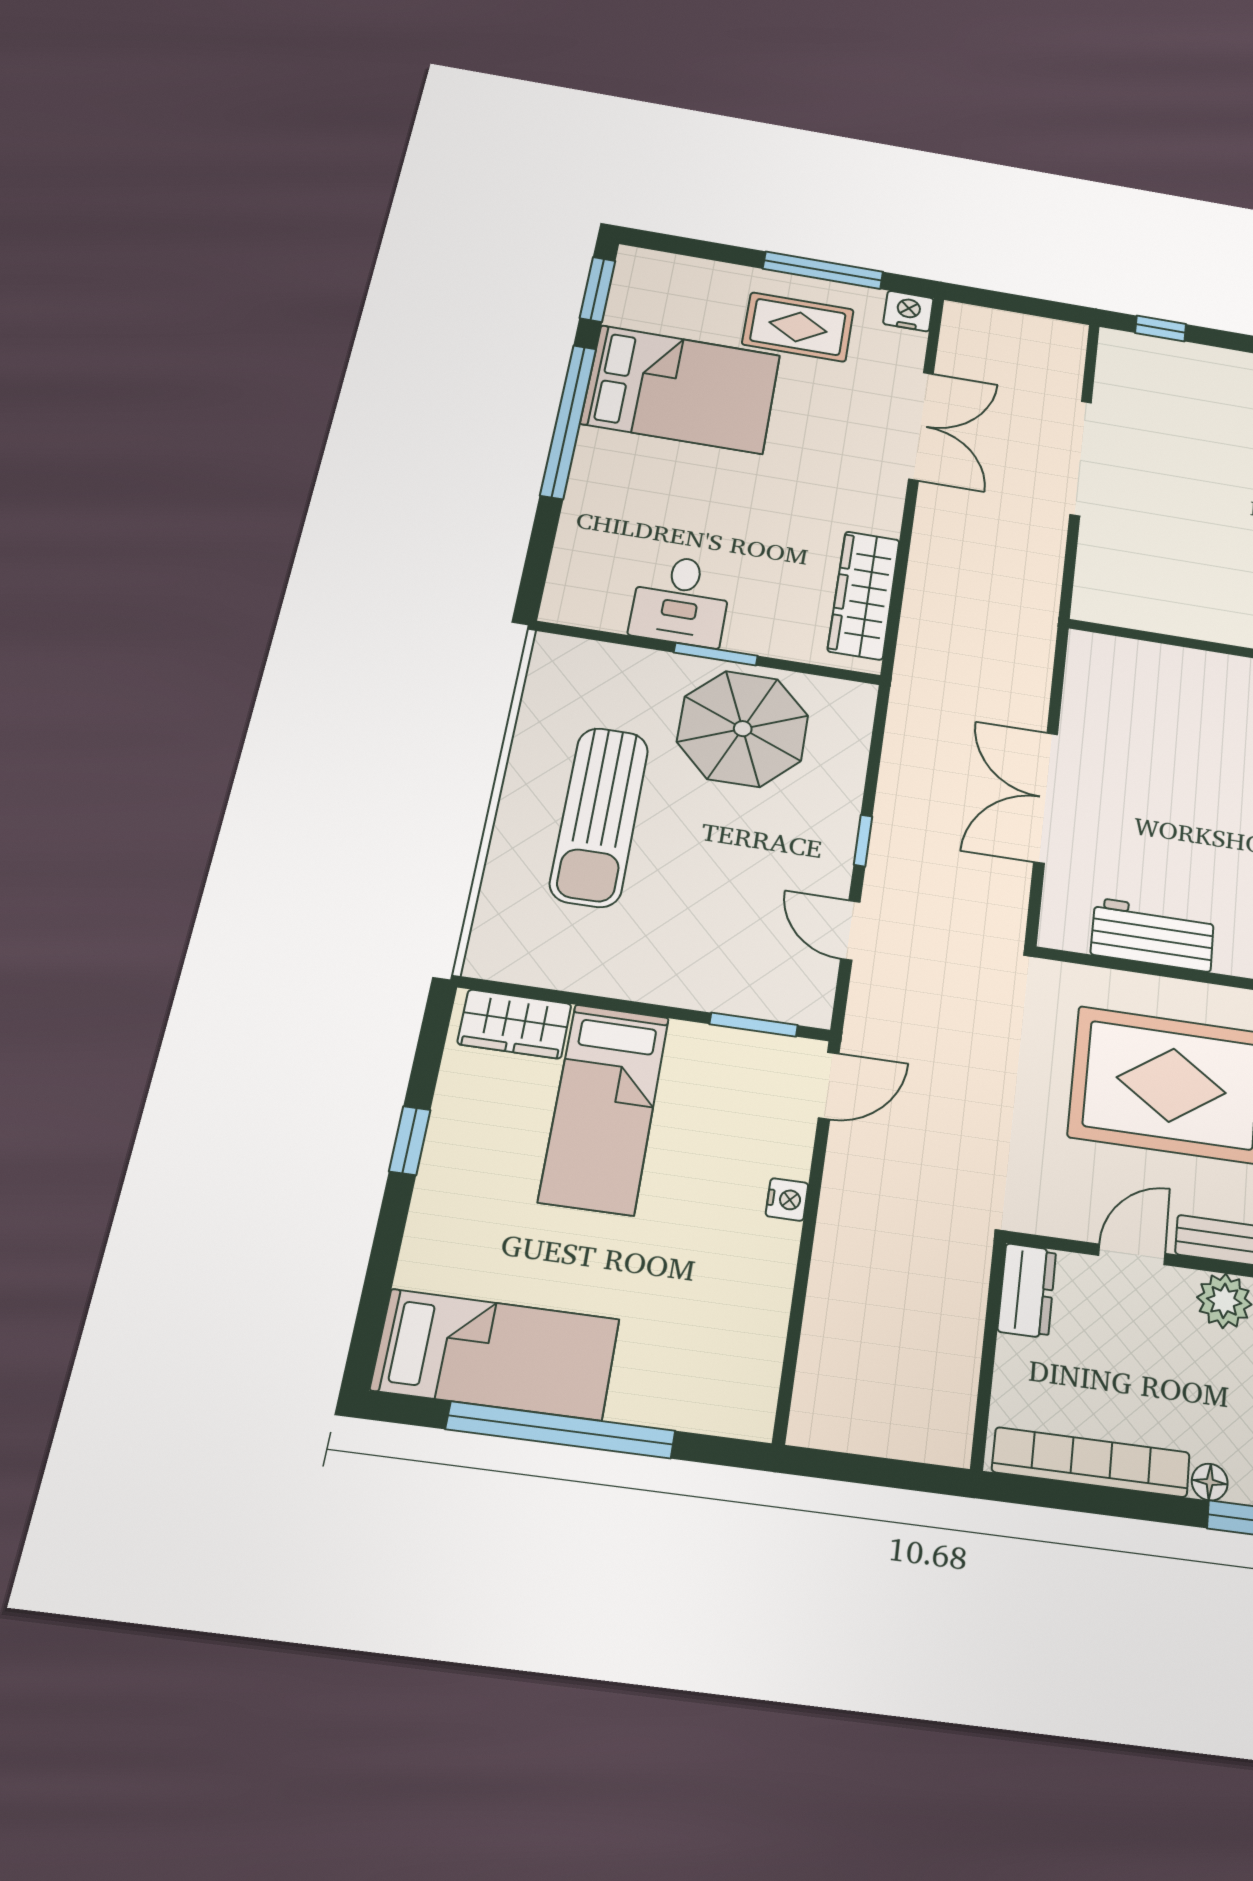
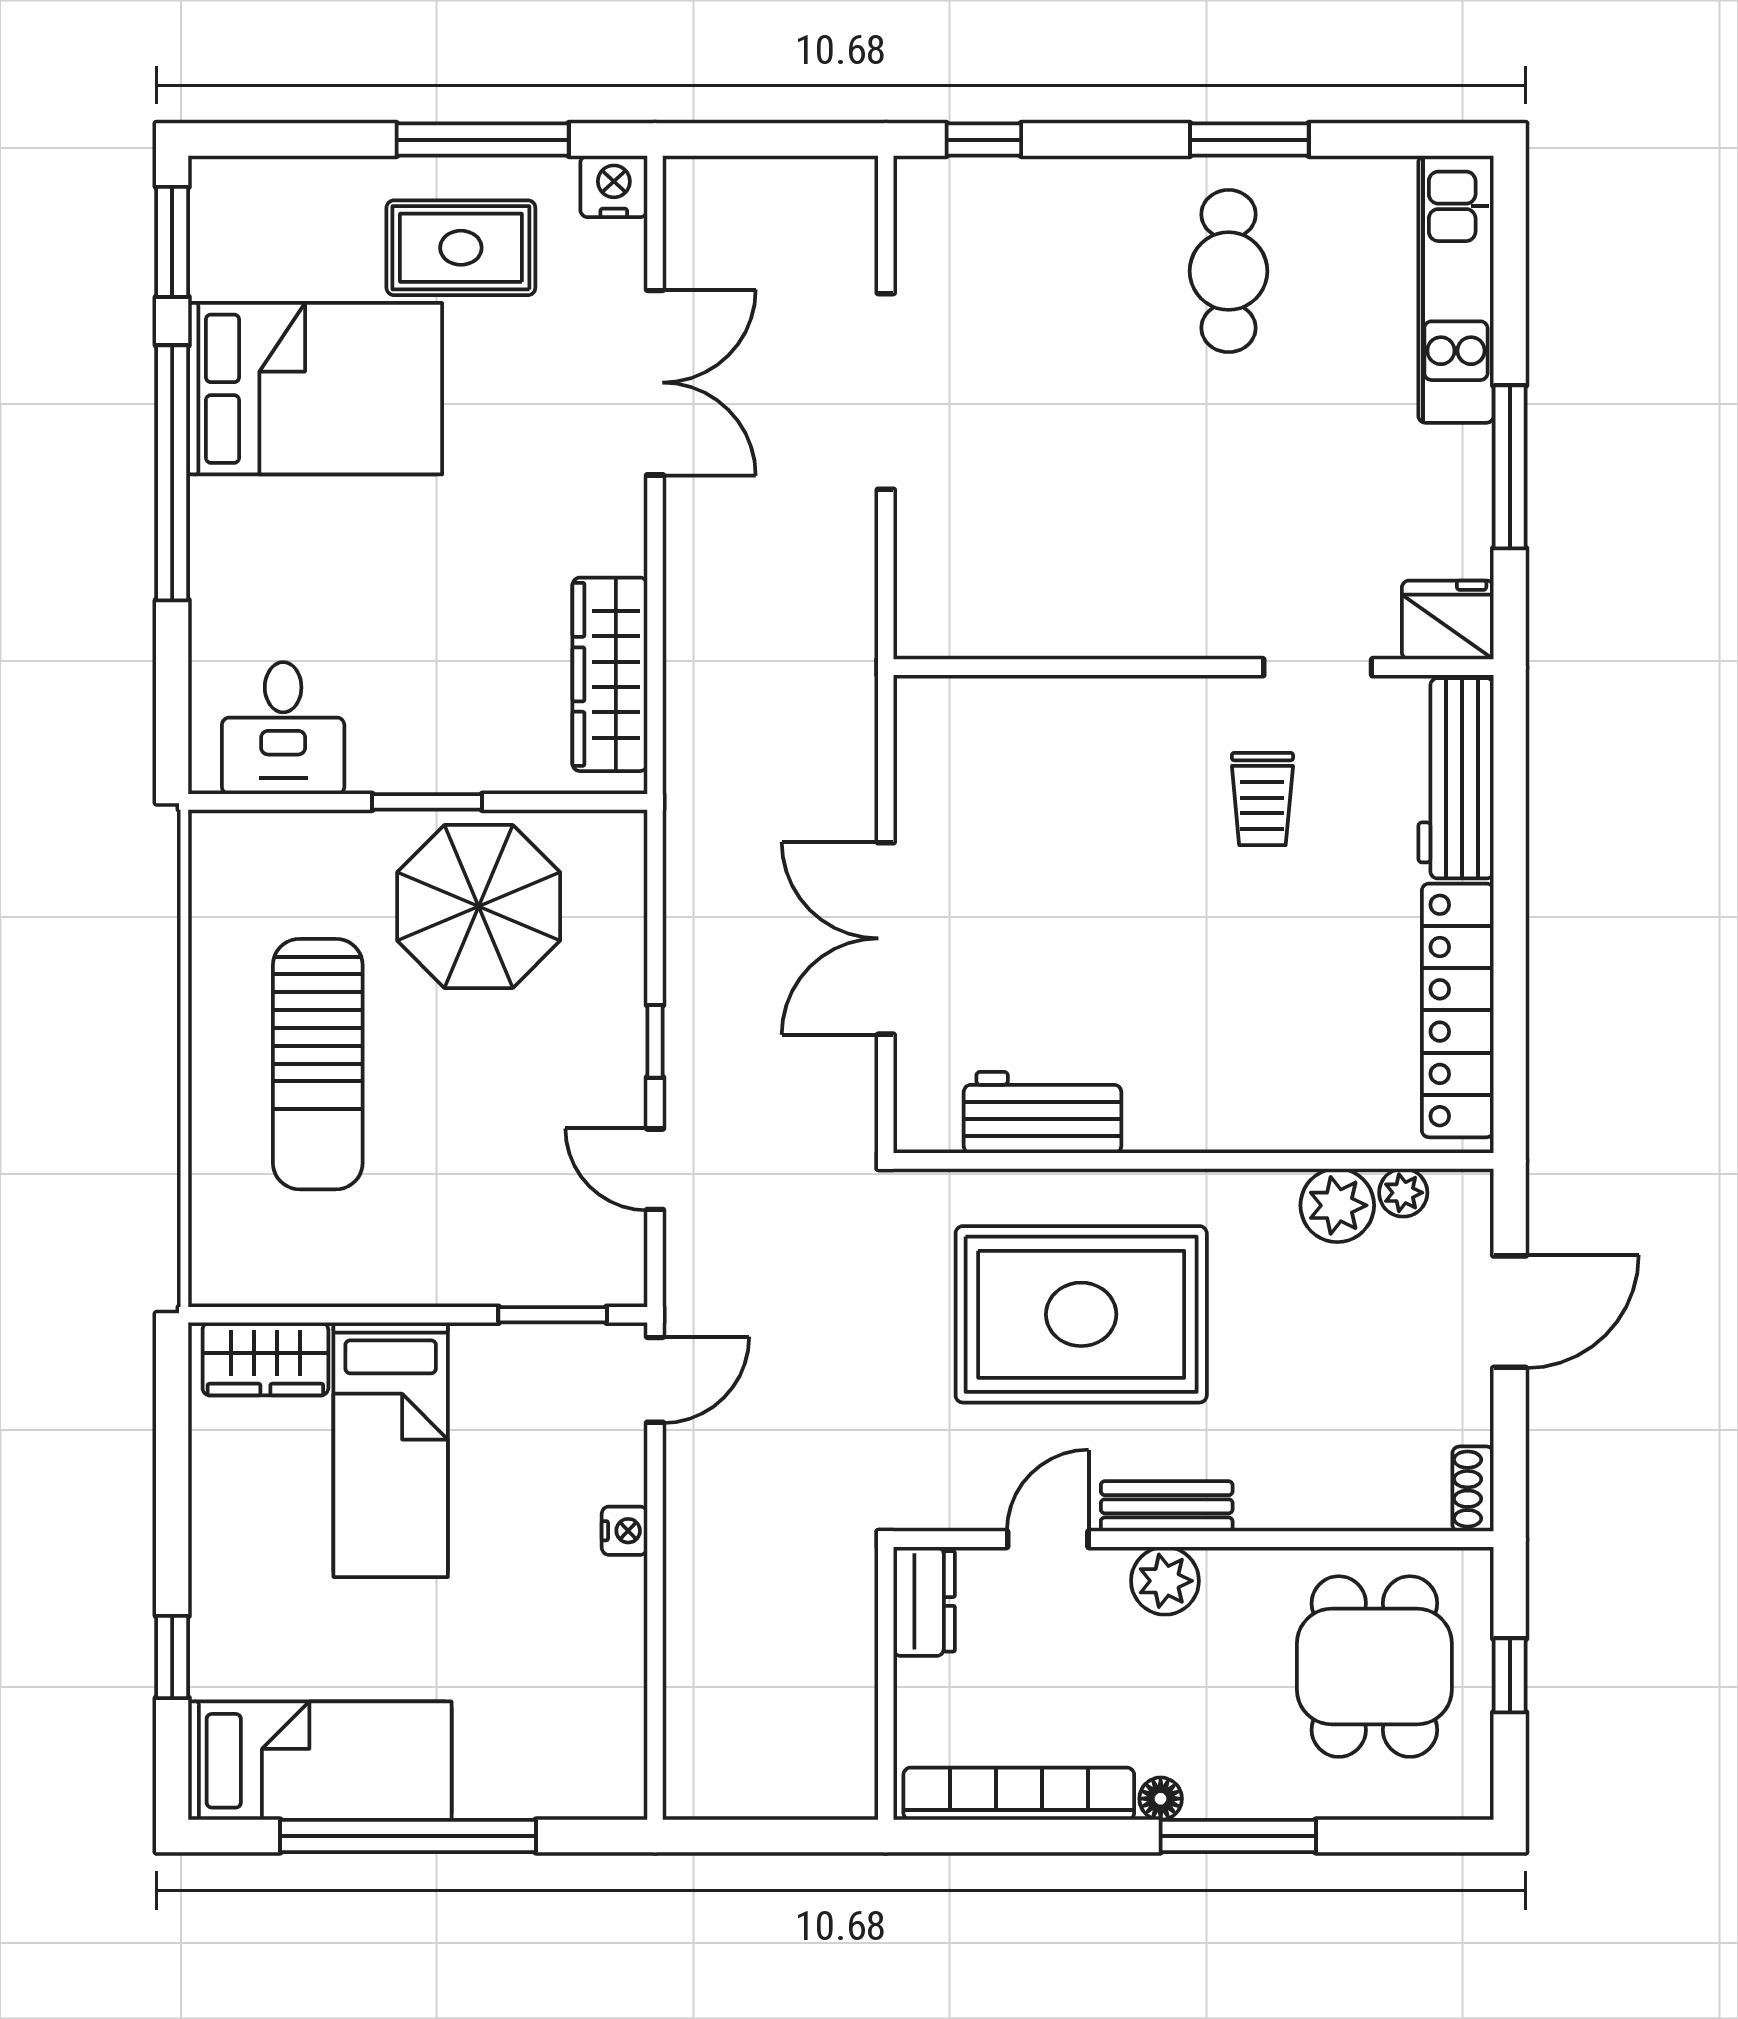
desk: (681, 600) -> (283, 728), moved
window: (410, 1141) -> (172, 1657), moved

